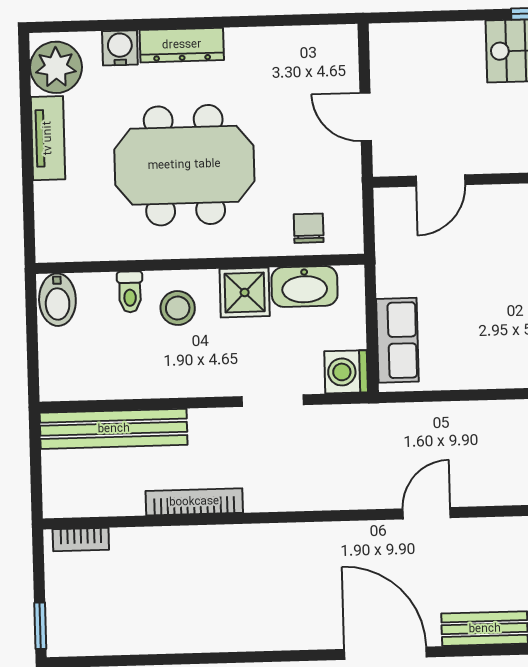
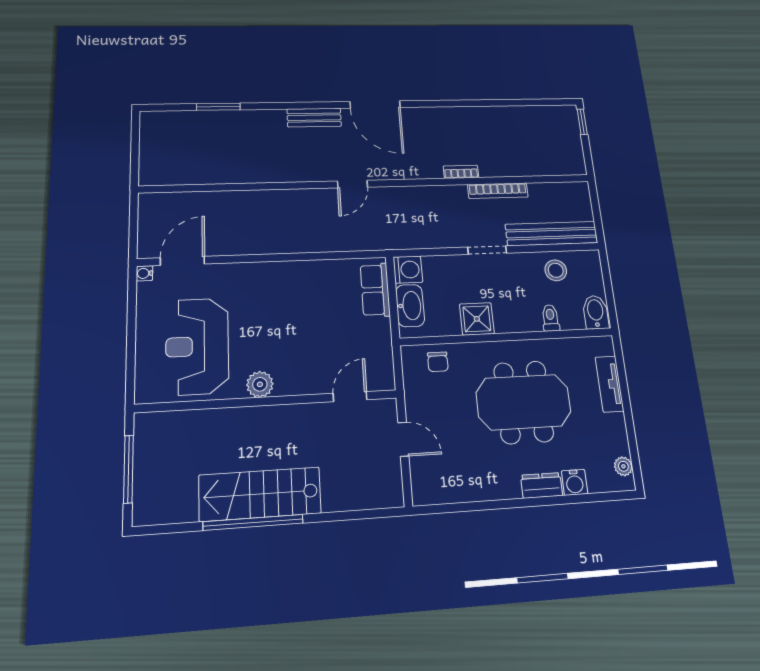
dresser: (182, 45) -> (542, 485), width x0.70
plant: (56, 67) -> (623, 466), width x0.53, depth x0.53
tv unit: (48, 138) -> (609, 384), moved
washbasin: (305, 286) -> (410, 306), moved, turned 90
stool: (178, 308) -> (556, 270), moved
doorway: (273, 401) -> (487, 250), moved
bookcase: (81, 539) -> (461, 172), moved

